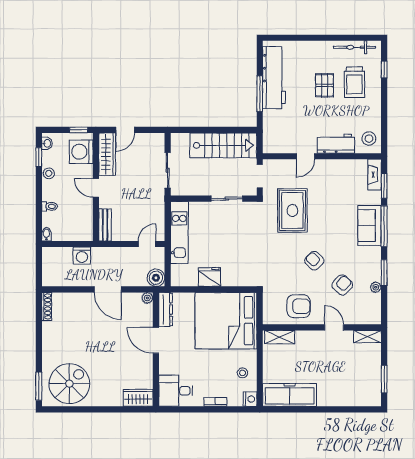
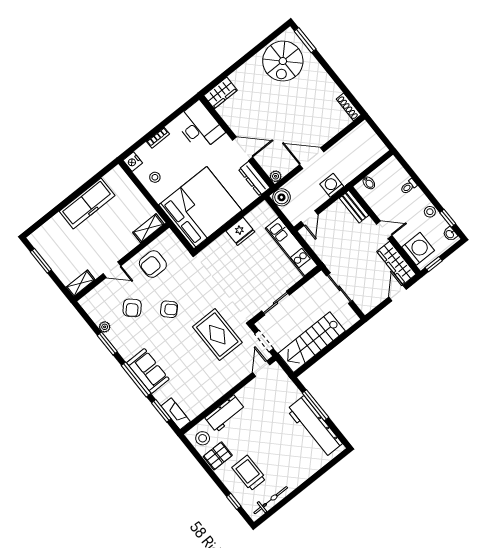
pallet: (324, 85) -> (218, 456), moved, turned 90
door: (305, 156) -> (261, 369), moved
bidet: (46, 234) -> (369, 183), moved
washing machine: (82, 256) -> (332, 185), moved
desk: (176, 391) -> (199, 126), width x1.37
freezer: (290, 395) -> (87, 203), moved

